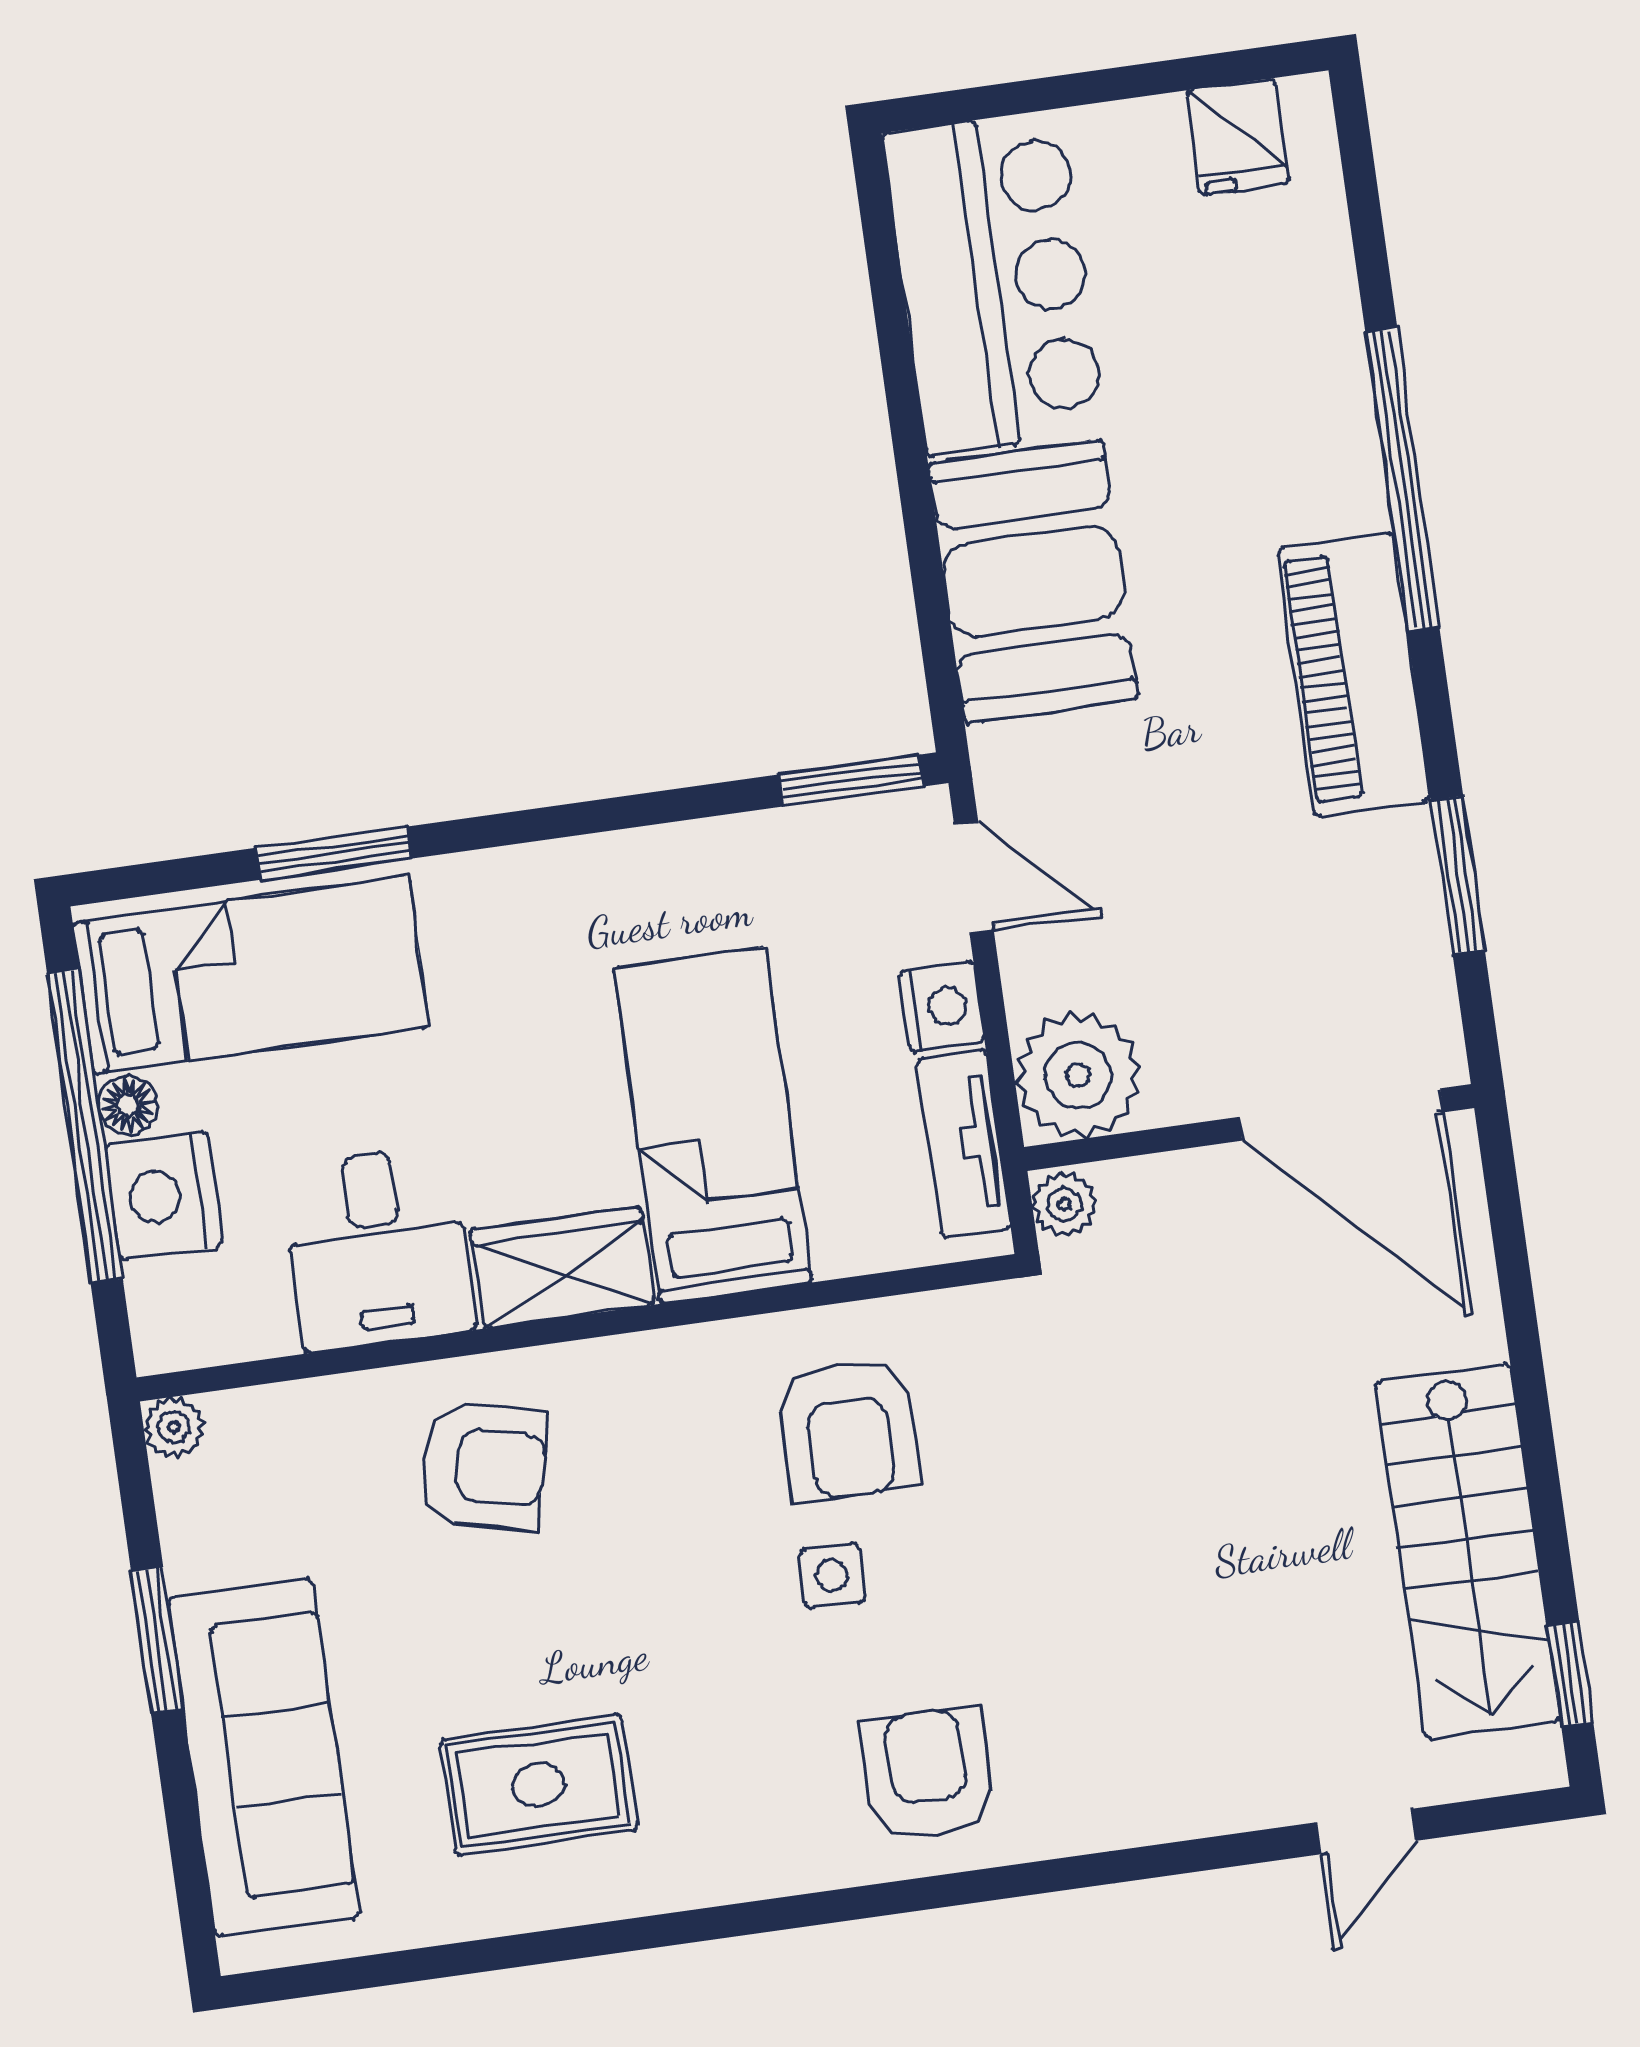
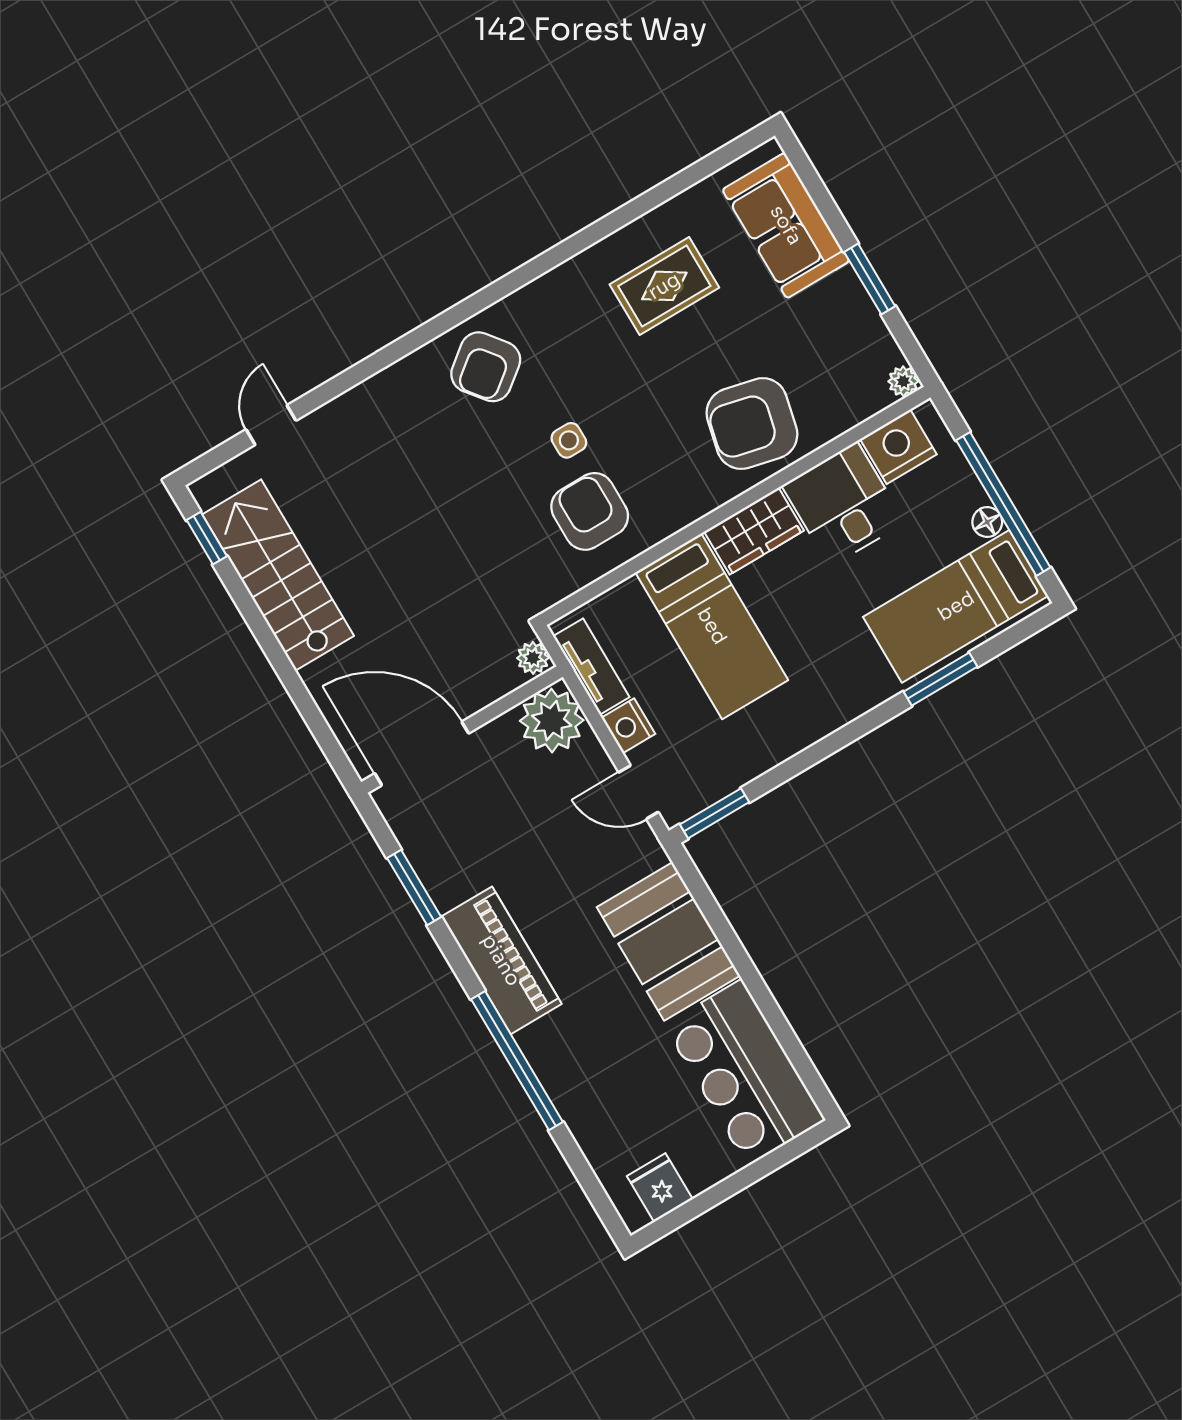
nightstand: (164, 1195) -> (898, 447), moved, turned -90
armchair: (484, 1466) -> (752, 424), width x1.36, depth x1.36
sofa: (263, 1758) -> (786, 225), width x0.73
armchair: (928, 1774) -> (486, 367), turned 52

